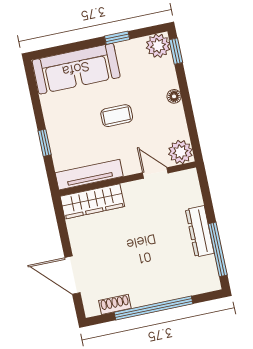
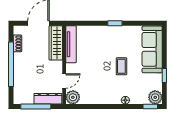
plant: (180, 152) -> (73, 97), moved
door: (155, 173) -> (64, 81), moved
tv unit: (89, 175) -> (71, 44), moved
wall: (127, 179) -> (64, 65), moved
wardrobe: (92, 201) -> (56, 43), moved

